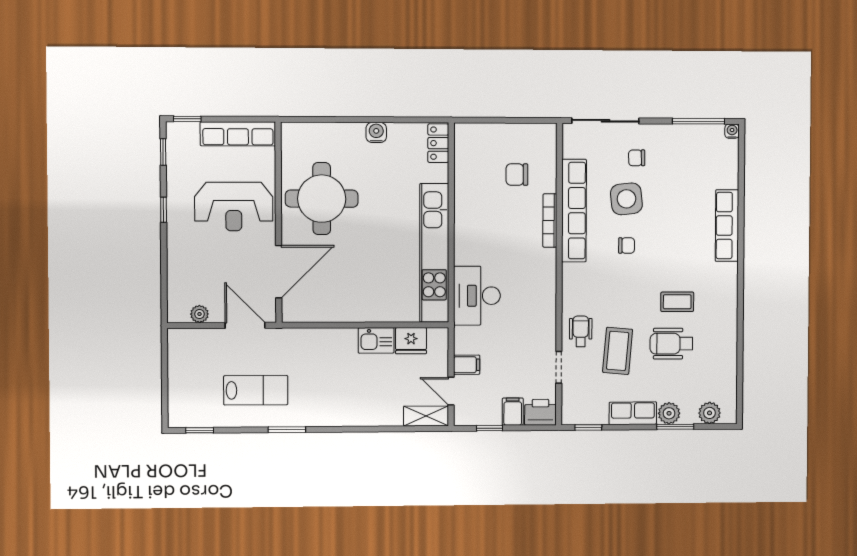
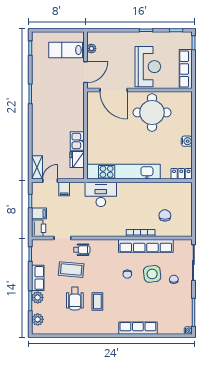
reception desk: (234, 207) -> (148, 67), turned 180
wheelchair: (671, 344) -> (75, 299), turned 180
lab bench: (256, 390) -> (66, 50), moved, turned 90

